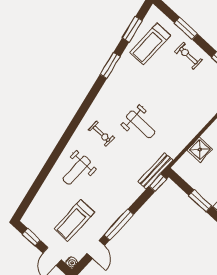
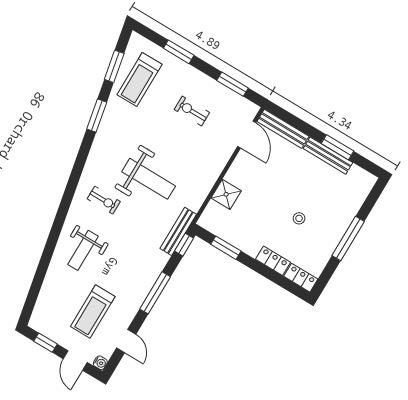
exercise bike: (188, 56) -> (192, 111), moved
weight bench: (141, 124) -> (149, 179), width x1.36, depth x1.33
window: (200, 201) -> (226, 248), moved
window: (119, 225) -> (155, 293), moved

